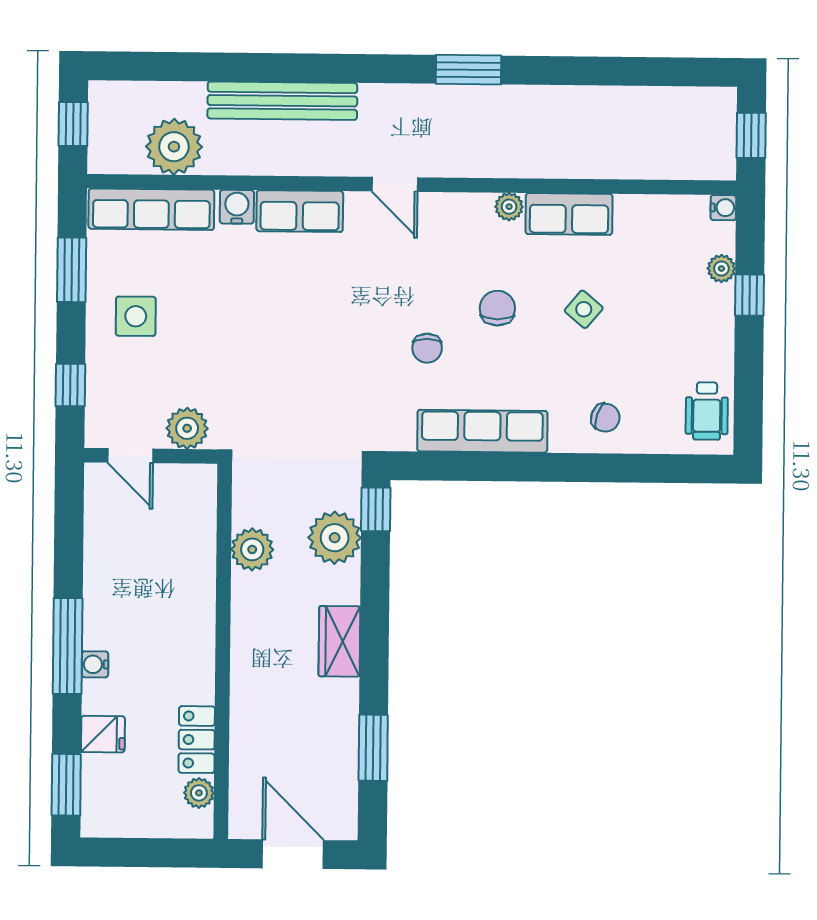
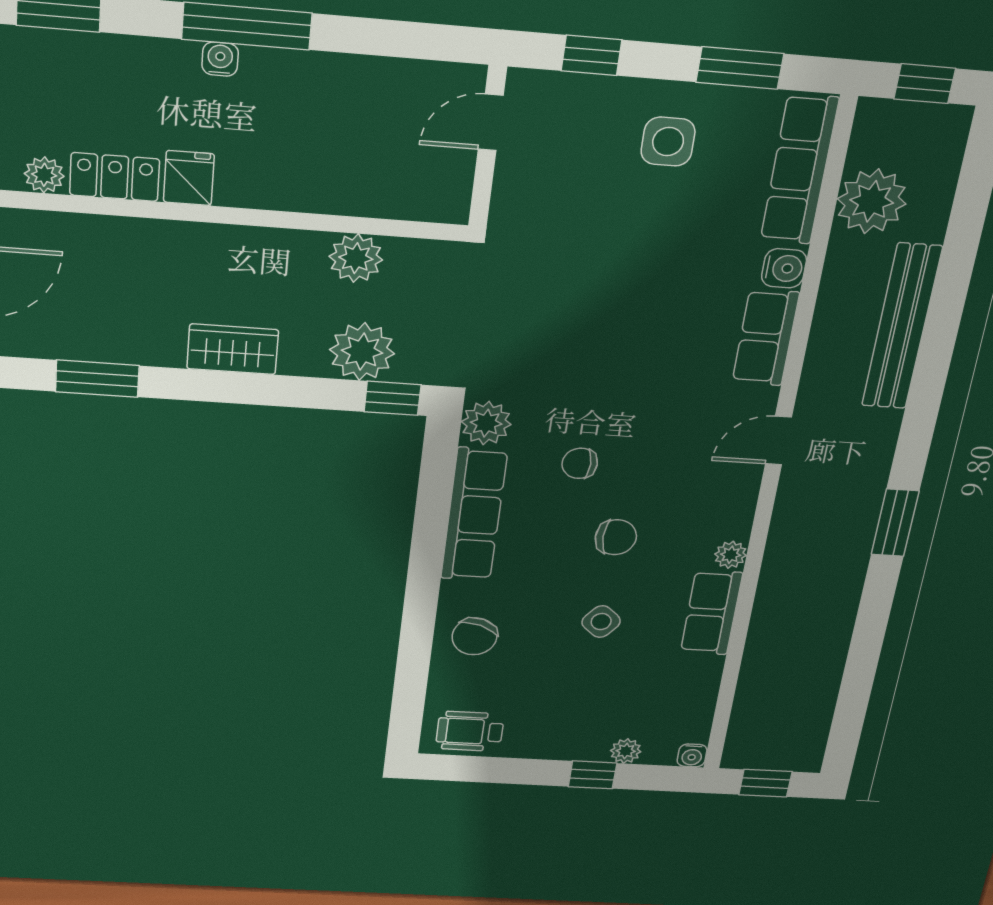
chair: (605, 418) -> (475, 636), width x1.37, depth x1.37
plant: (187, 428) -> (486, 423), moved
fridge: (103, 734) -> (189, 178), moved, turned 180

